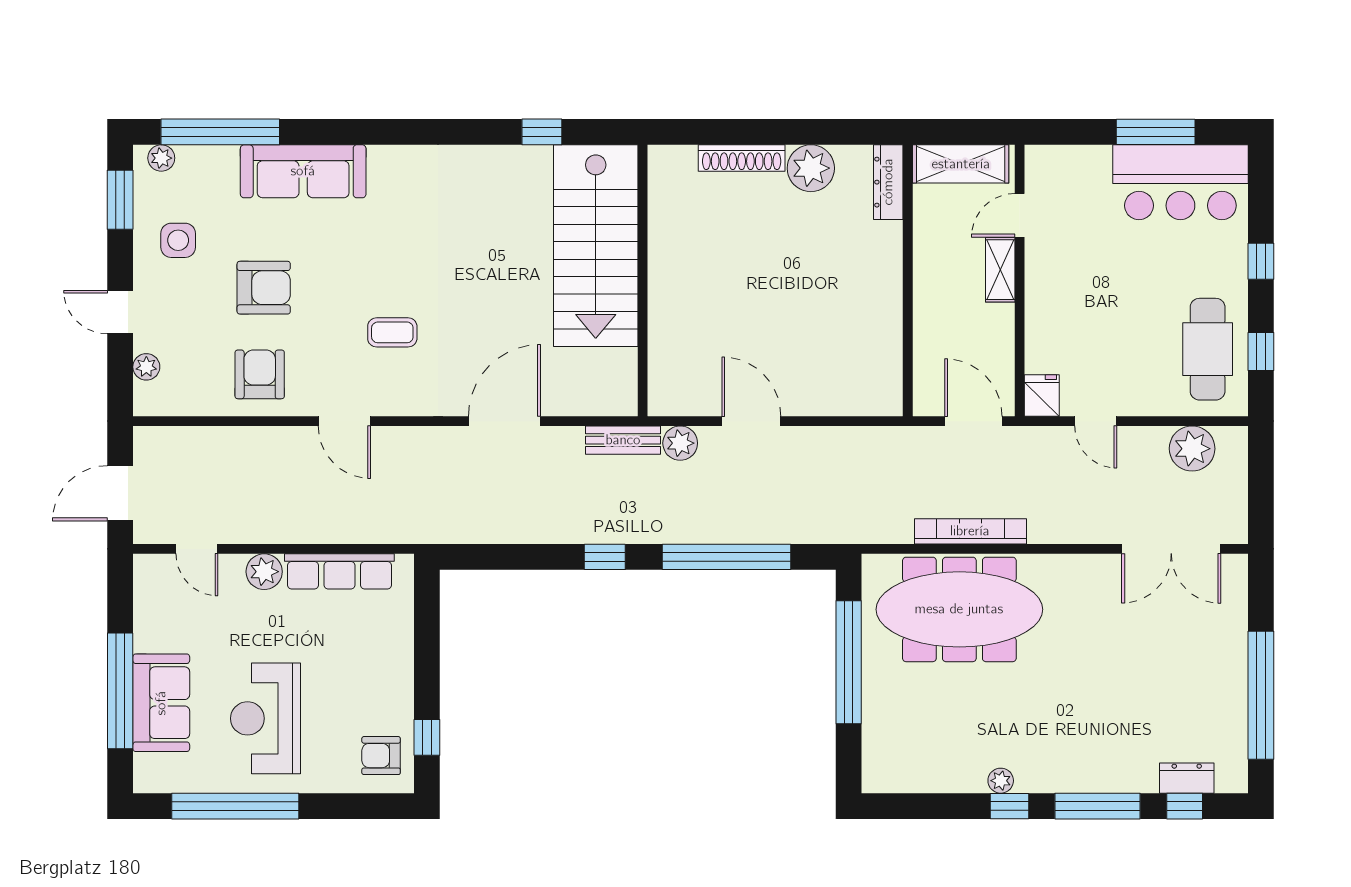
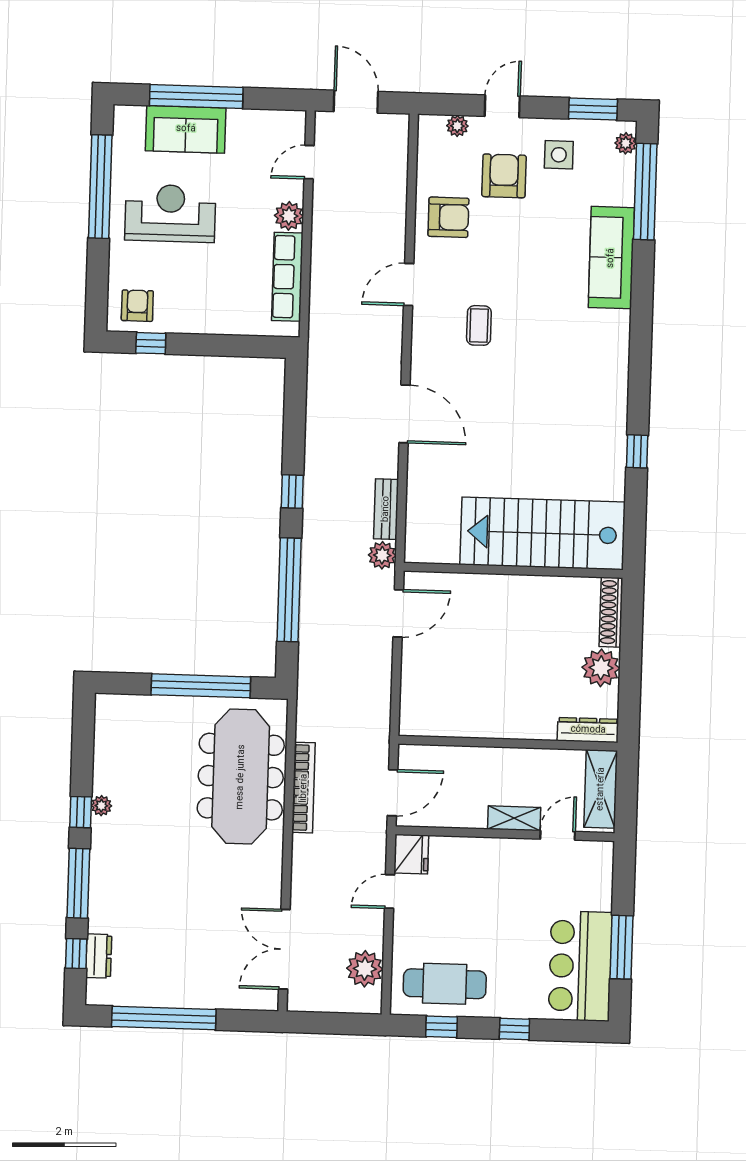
door: (1020, 215) -> (558, 835), hinge flipped
stairs: (596, 246) -> (543, 533), moved
wall: (643, 280) -> (513, 570), moved
armchair: (264, 288) -> (504, 176), moved, turned 180
fridge: (1042, 395) -> (411, 854), width x1.38

